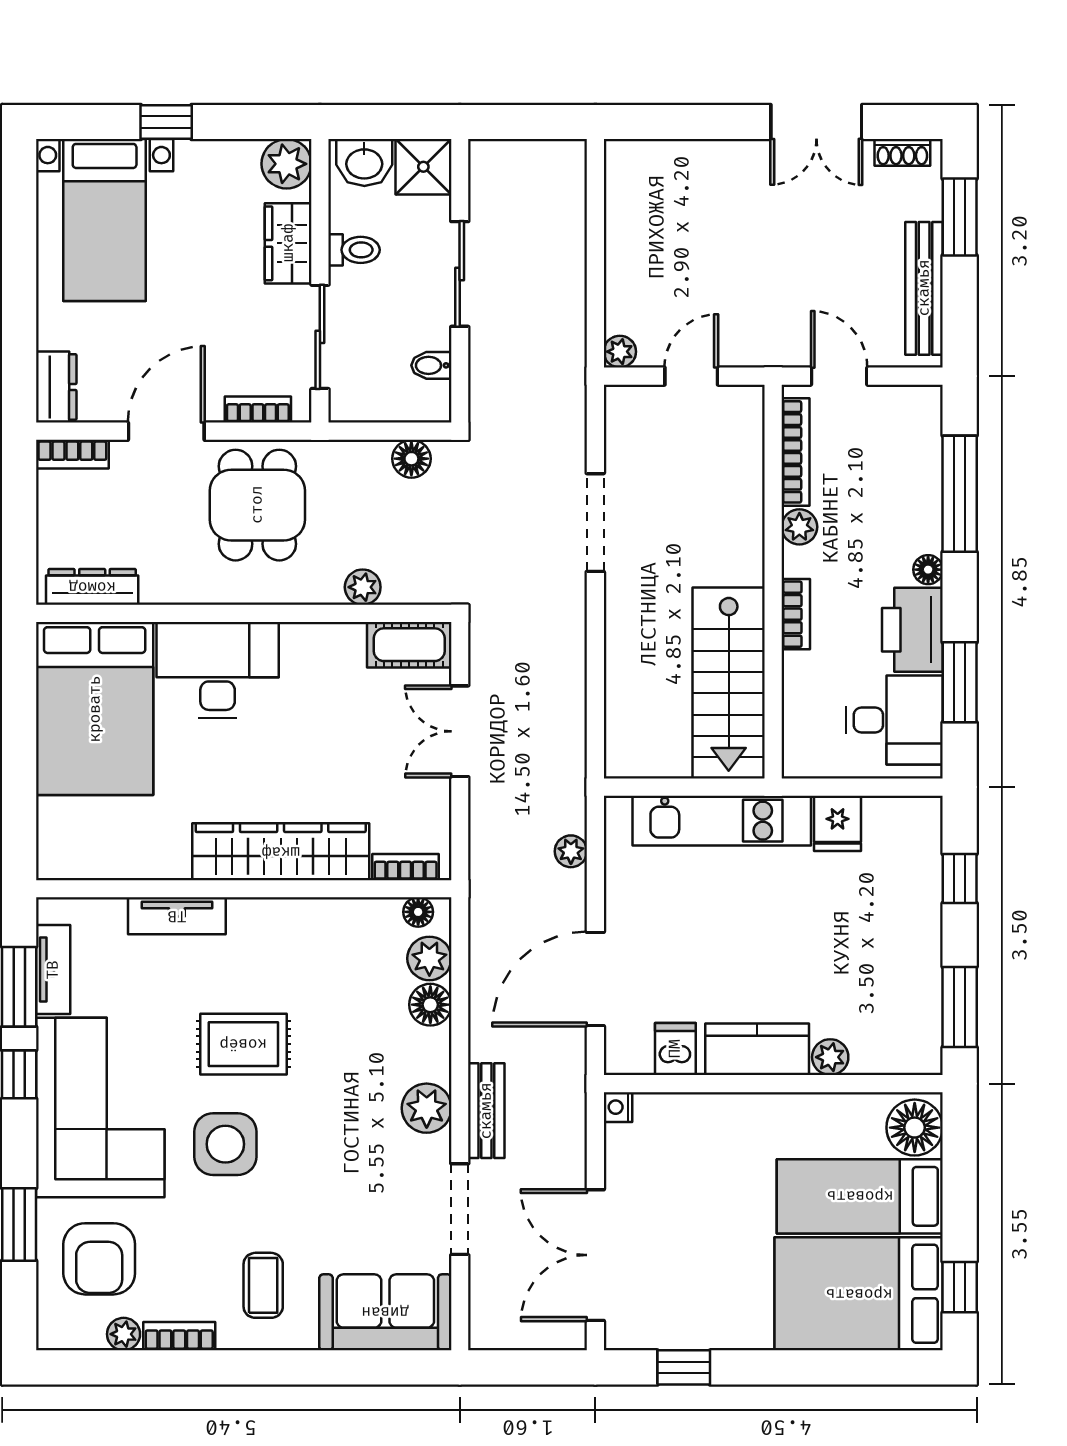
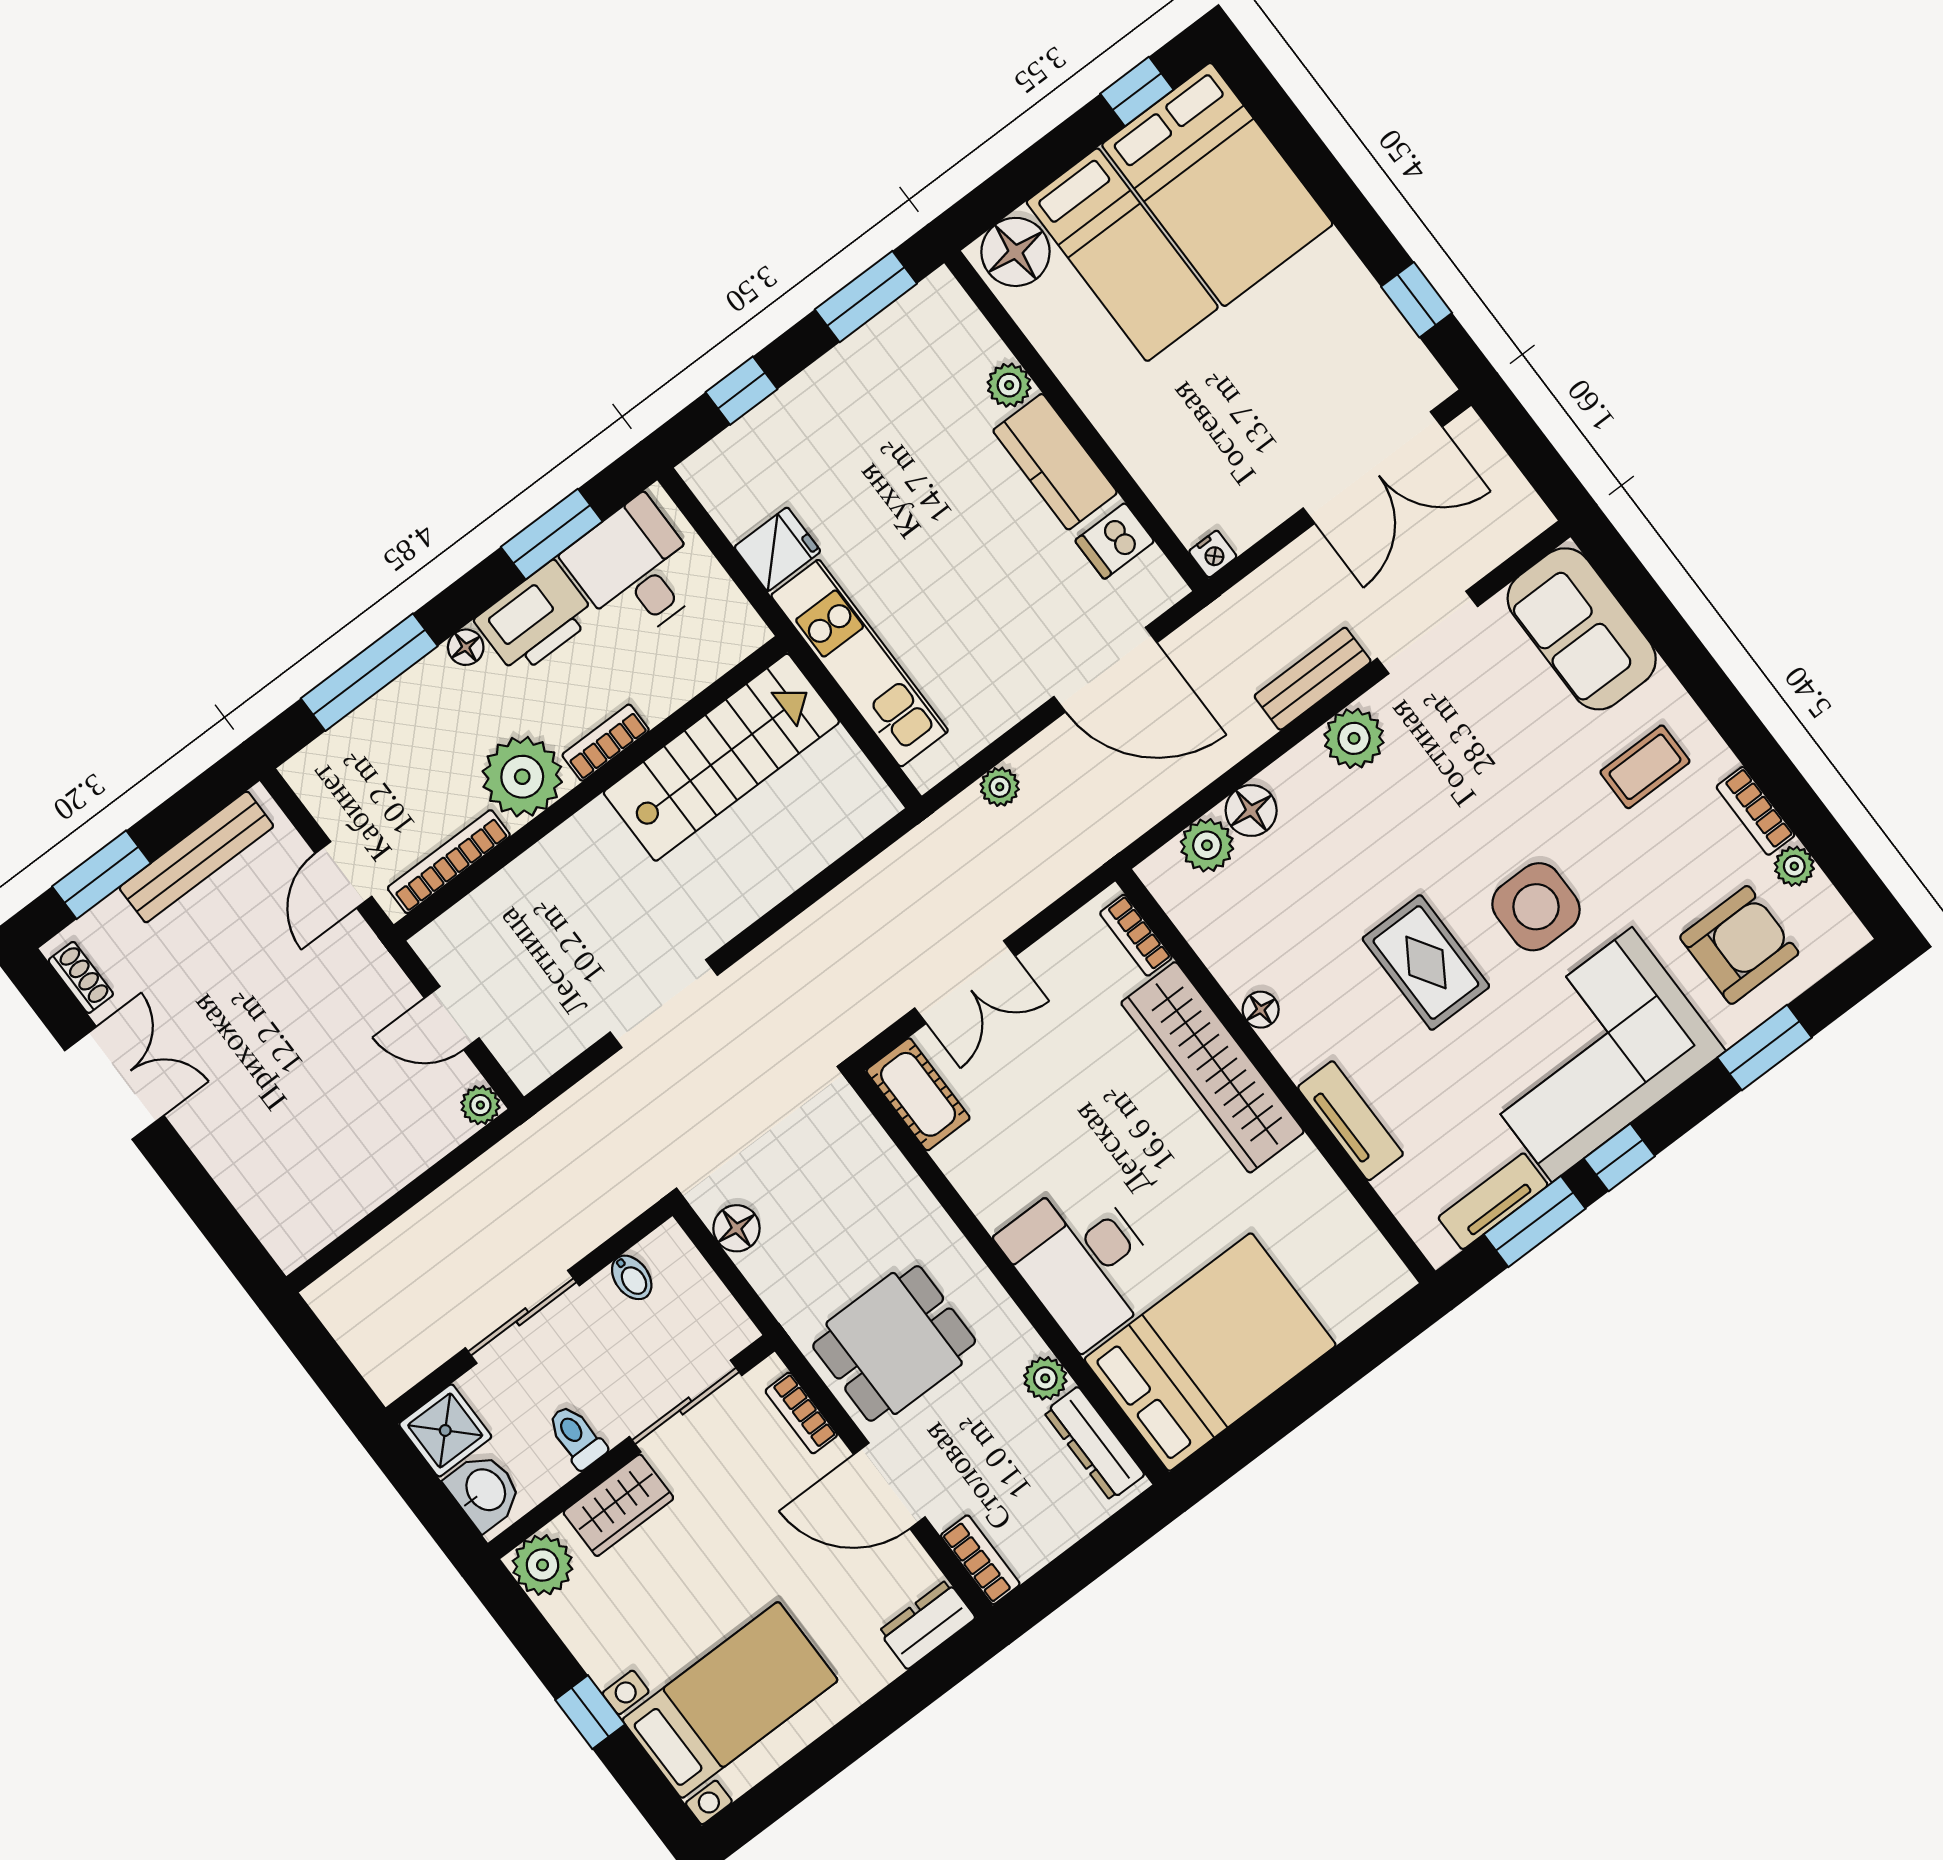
plant: (799, 527) -> (522, 777), width x1.87, depth x1.87
plant: (363, 587) -> (1045, 1378), moved
floor lamp: (418, 912) -> (1261, 1010), moved

